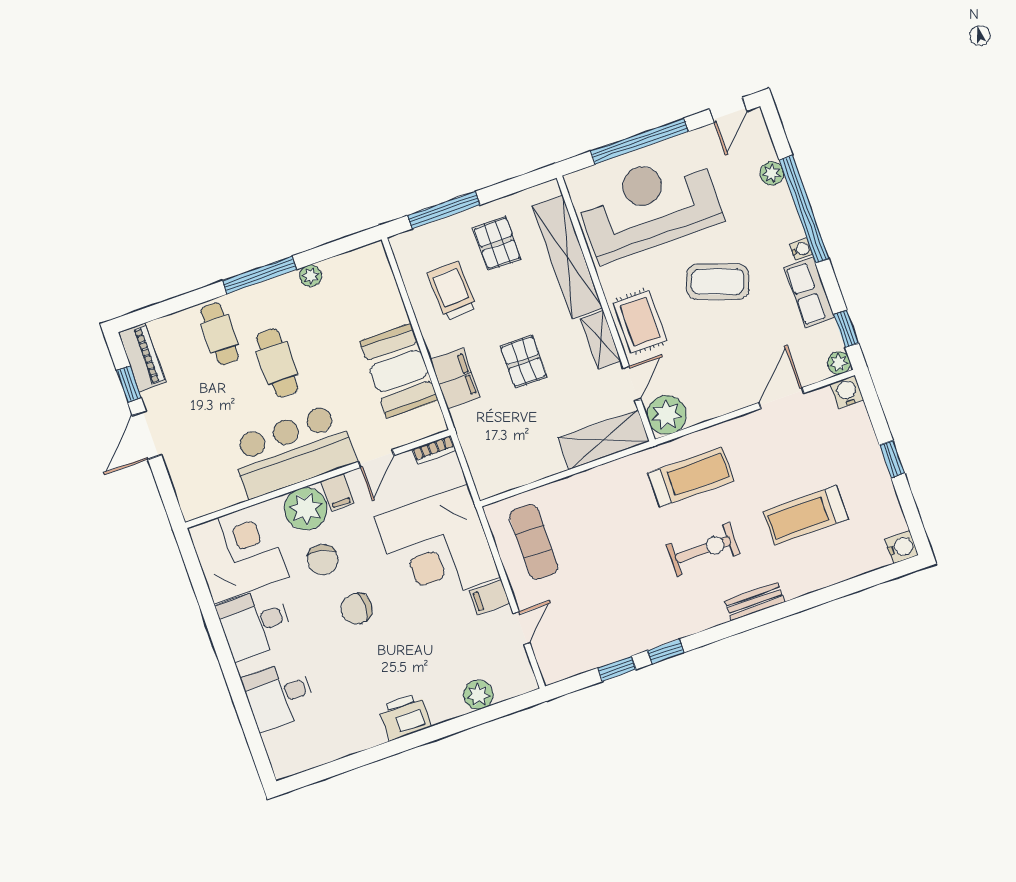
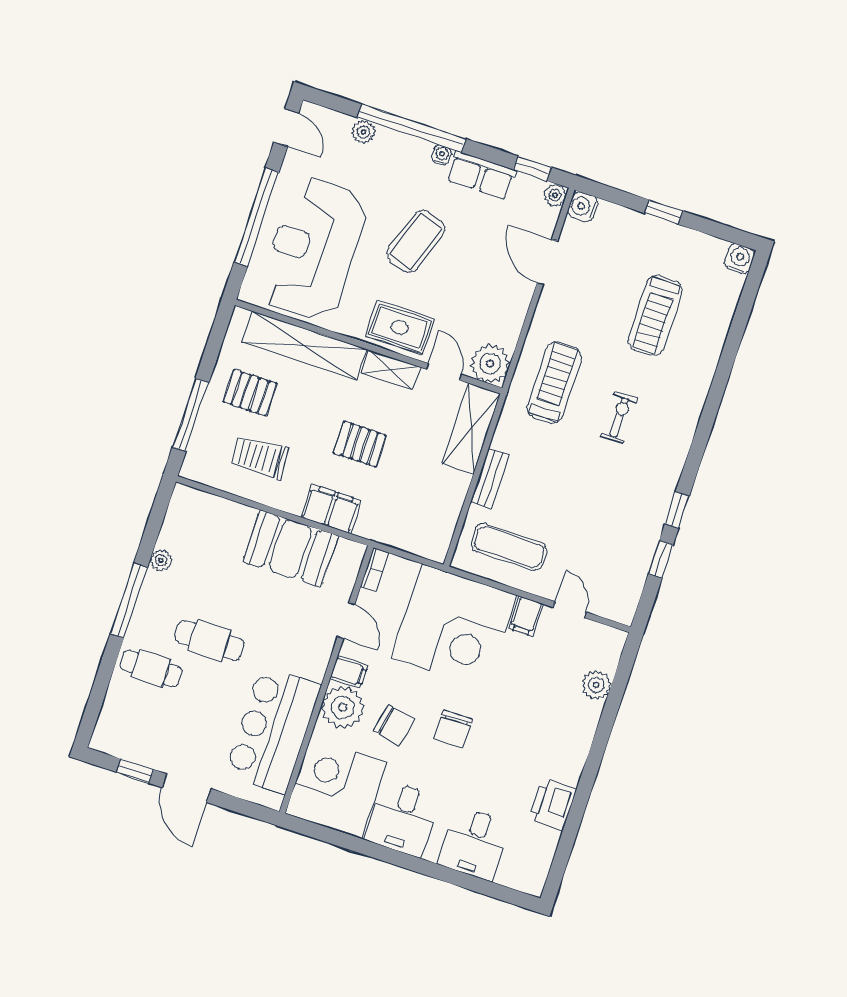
piano: (142, 357) -> (122, 744), removed
bar counter: (293, 451) -> (273, 730), moved
exercise bike: (703, 549) -> (619, 418), width x0.73, depth x0.72
bench: (755, 601) -> (490, 479), moved
printer: (405, 717) -> (553, 804), moved

